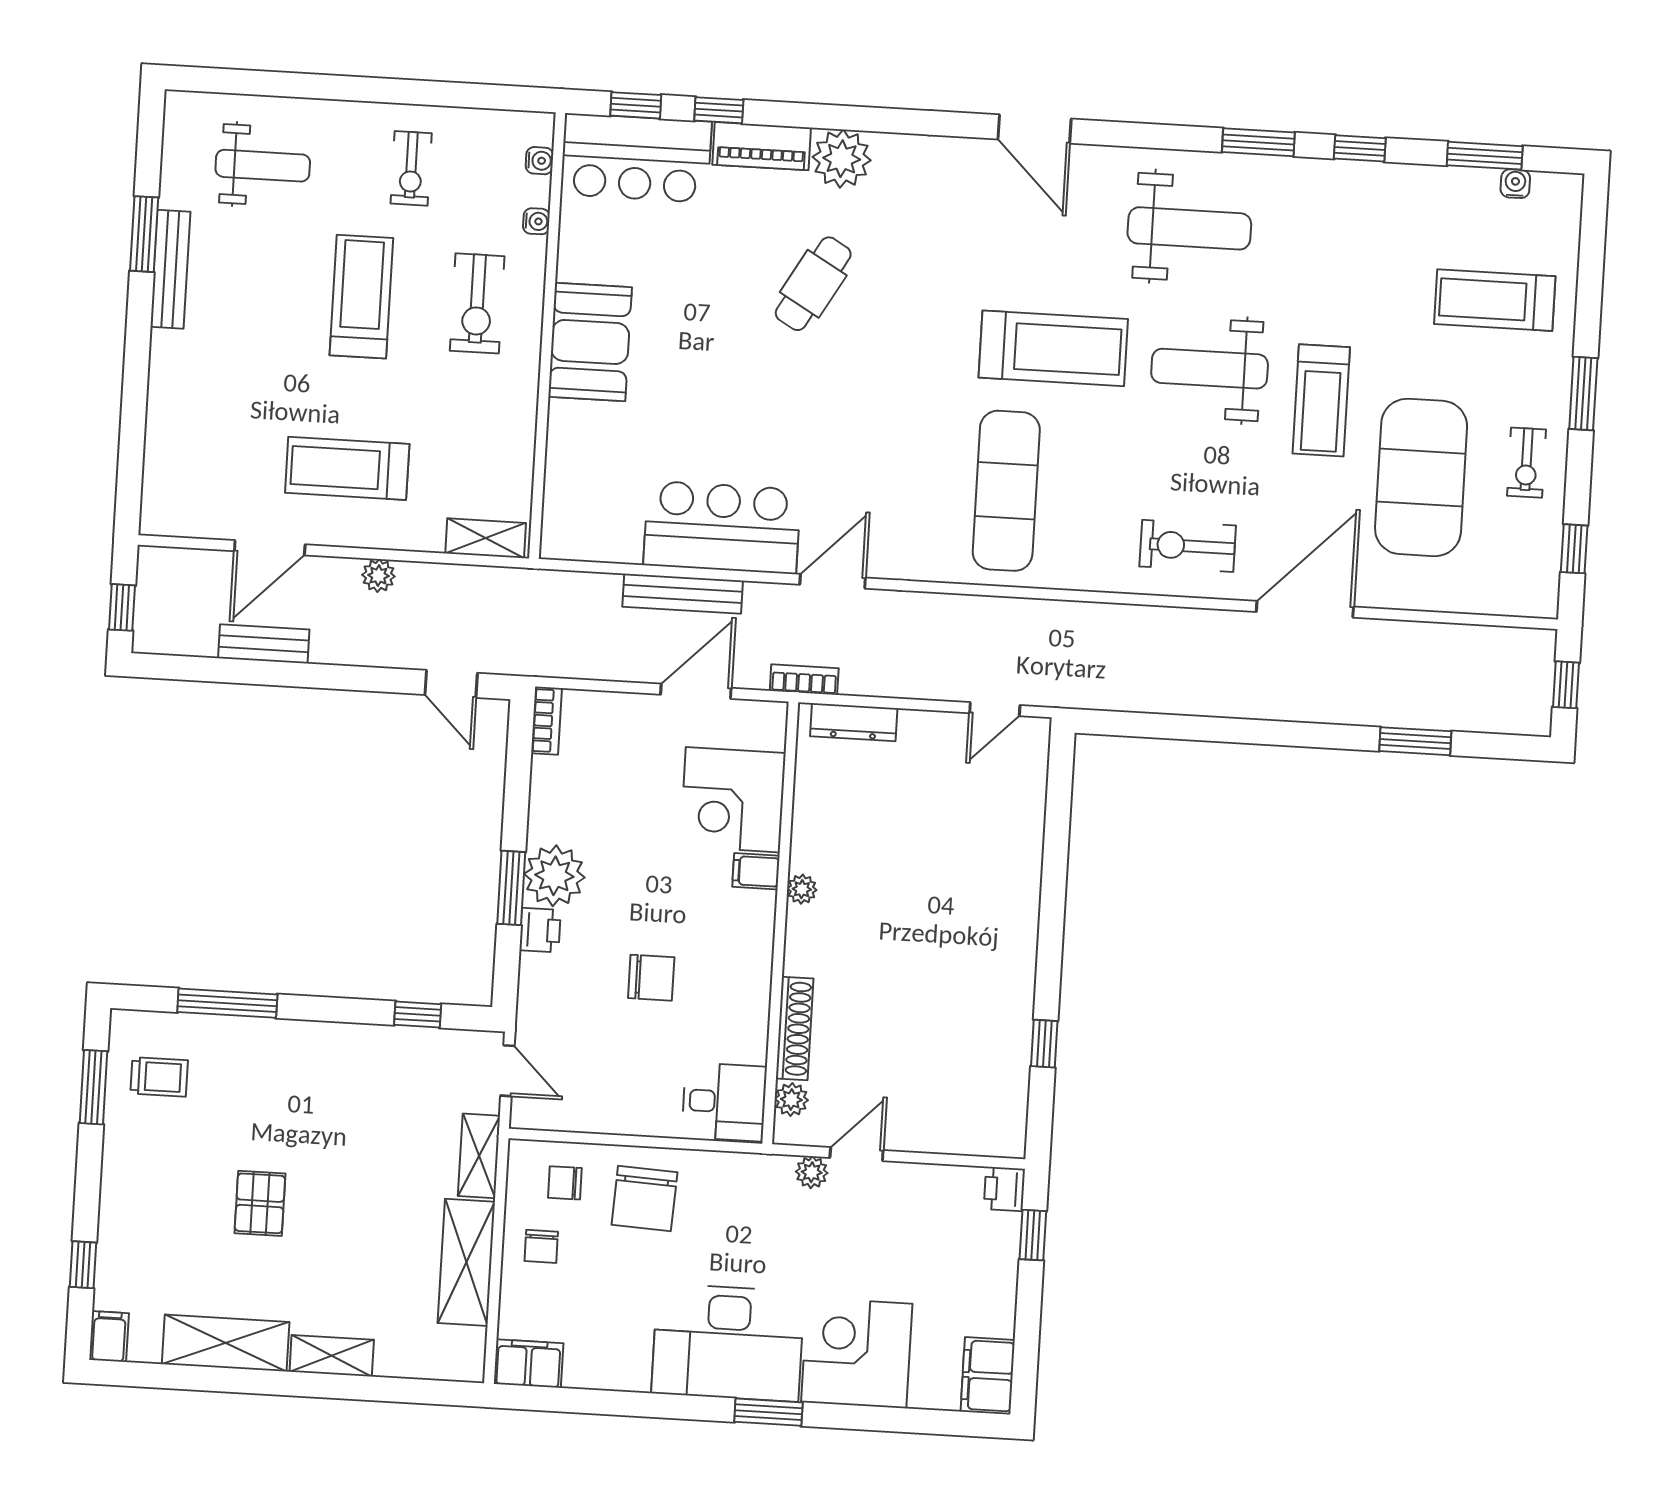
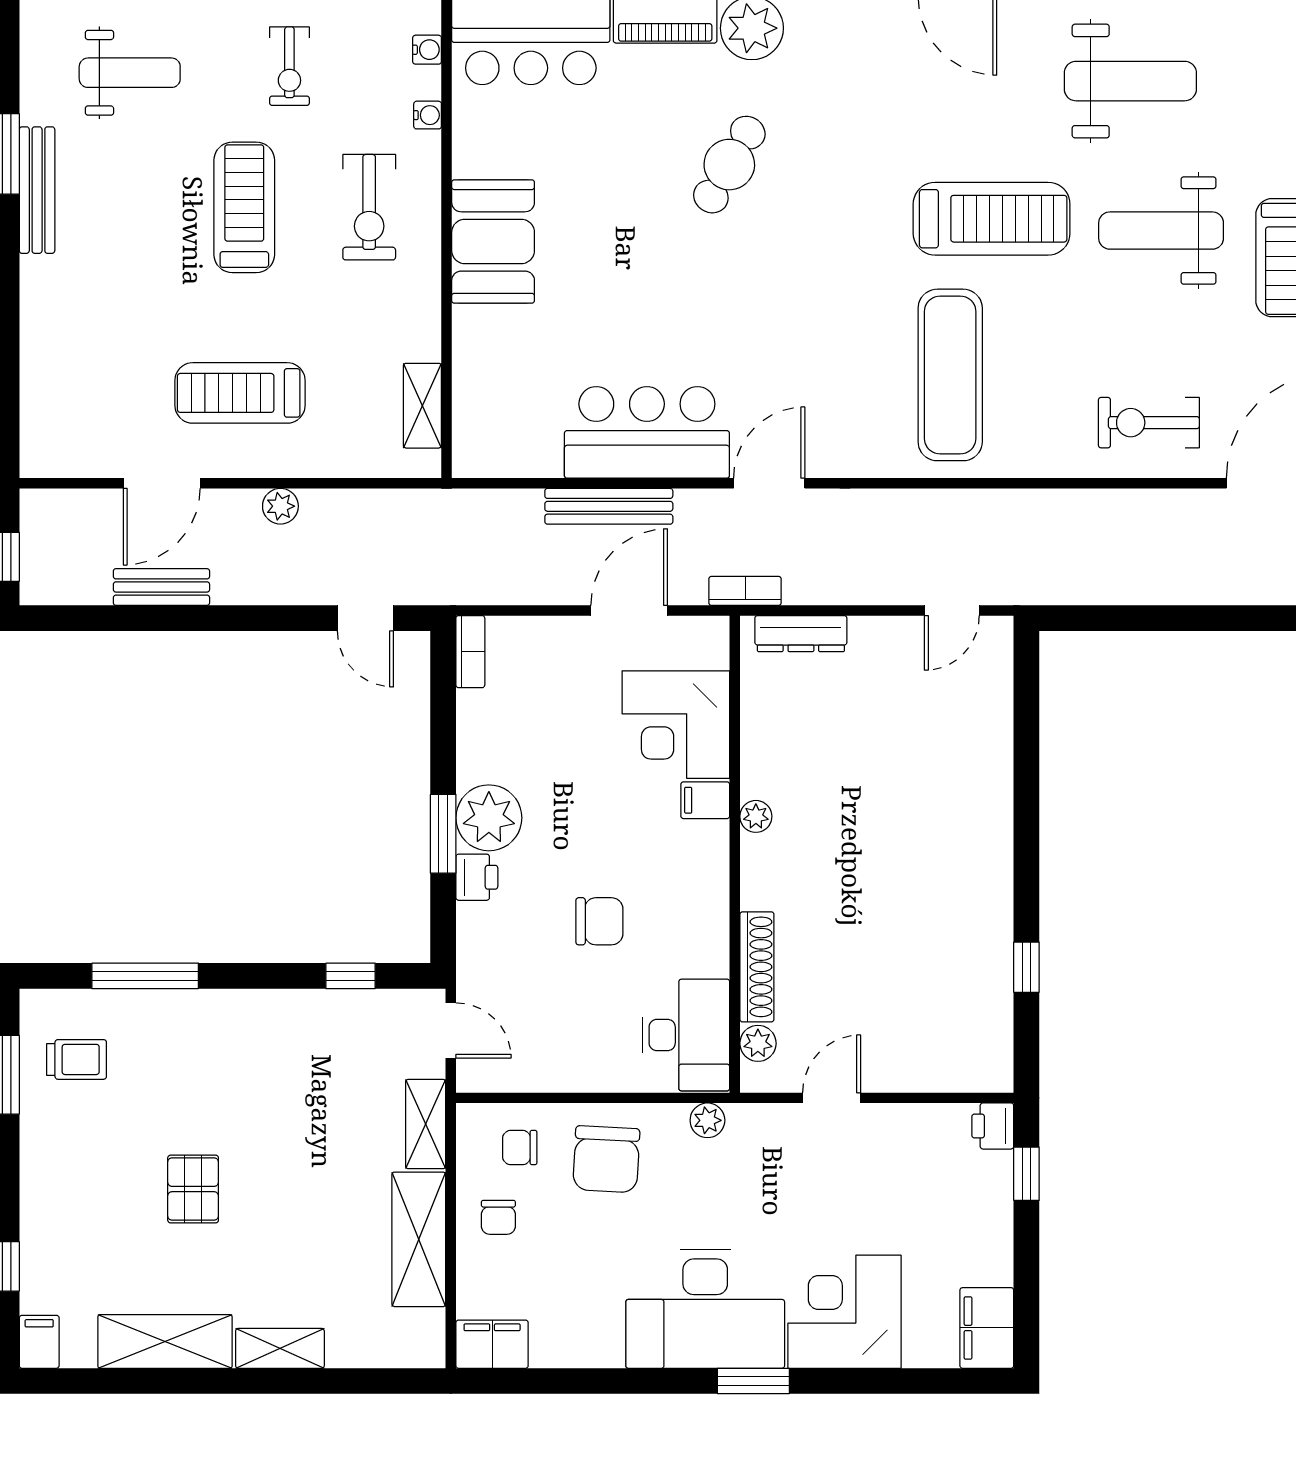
shelving: (486, 538) -> (422, 406), moved, turned 90
desk: (724, 1102) -> (686, 1035), width x1.37
plant: (812, 1172) -> (707, 1120), moved

